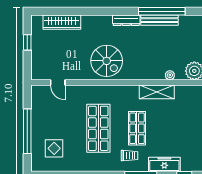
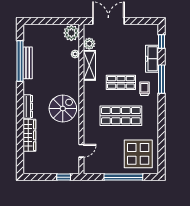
dresser: (126, 20) -> (28, 106), moved
wardrobe: (62, 22) -> (29, 135), moved
window: (27, 42) -> (64, 177), moved
plant: (182, 92) -> (89, 44), added
display table: (54, 148) -> (138, 154), width x1.86, depth x1.86

